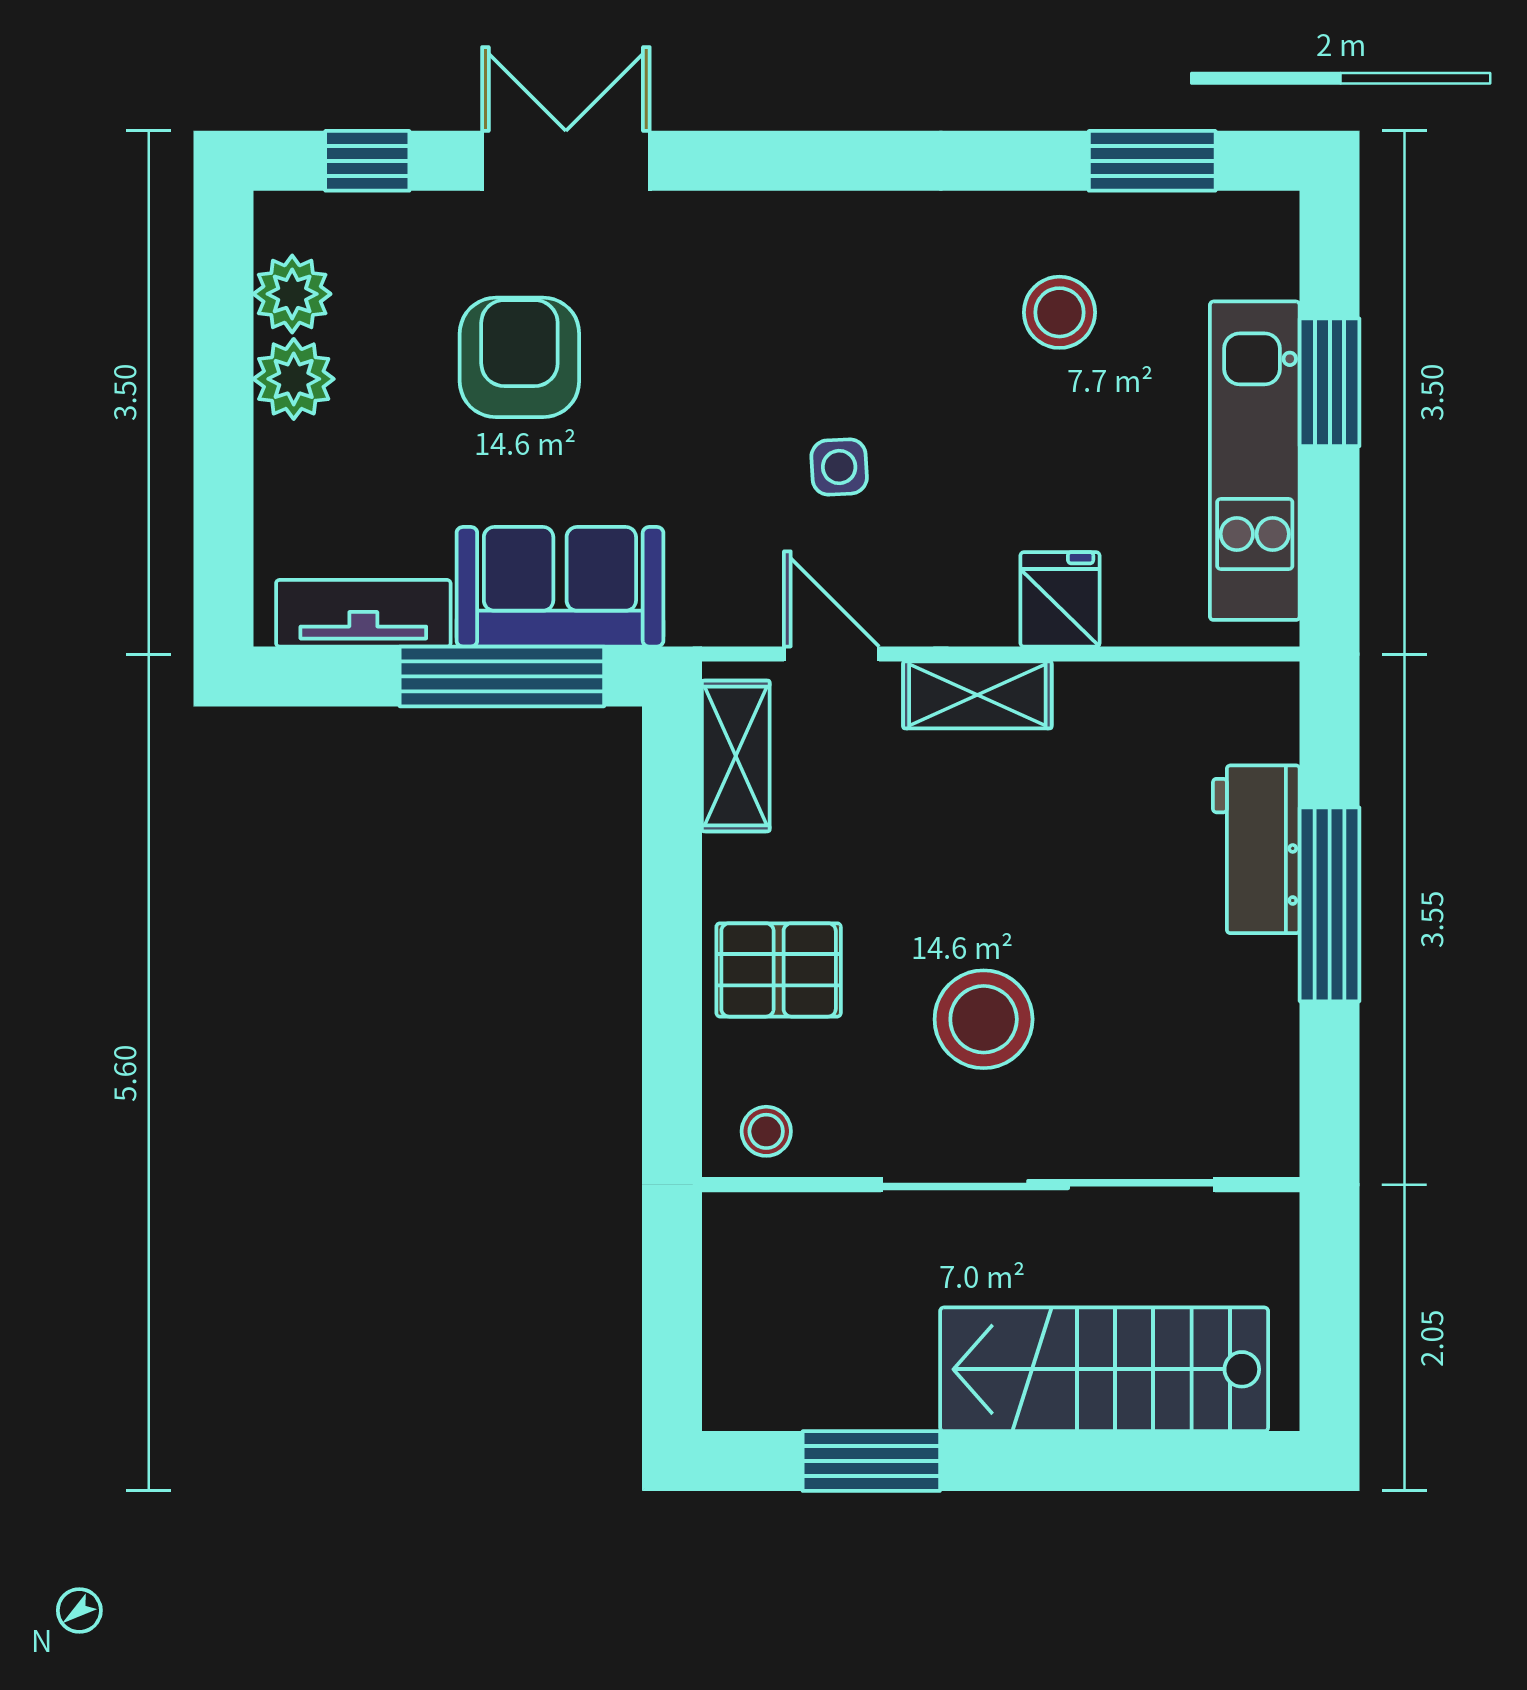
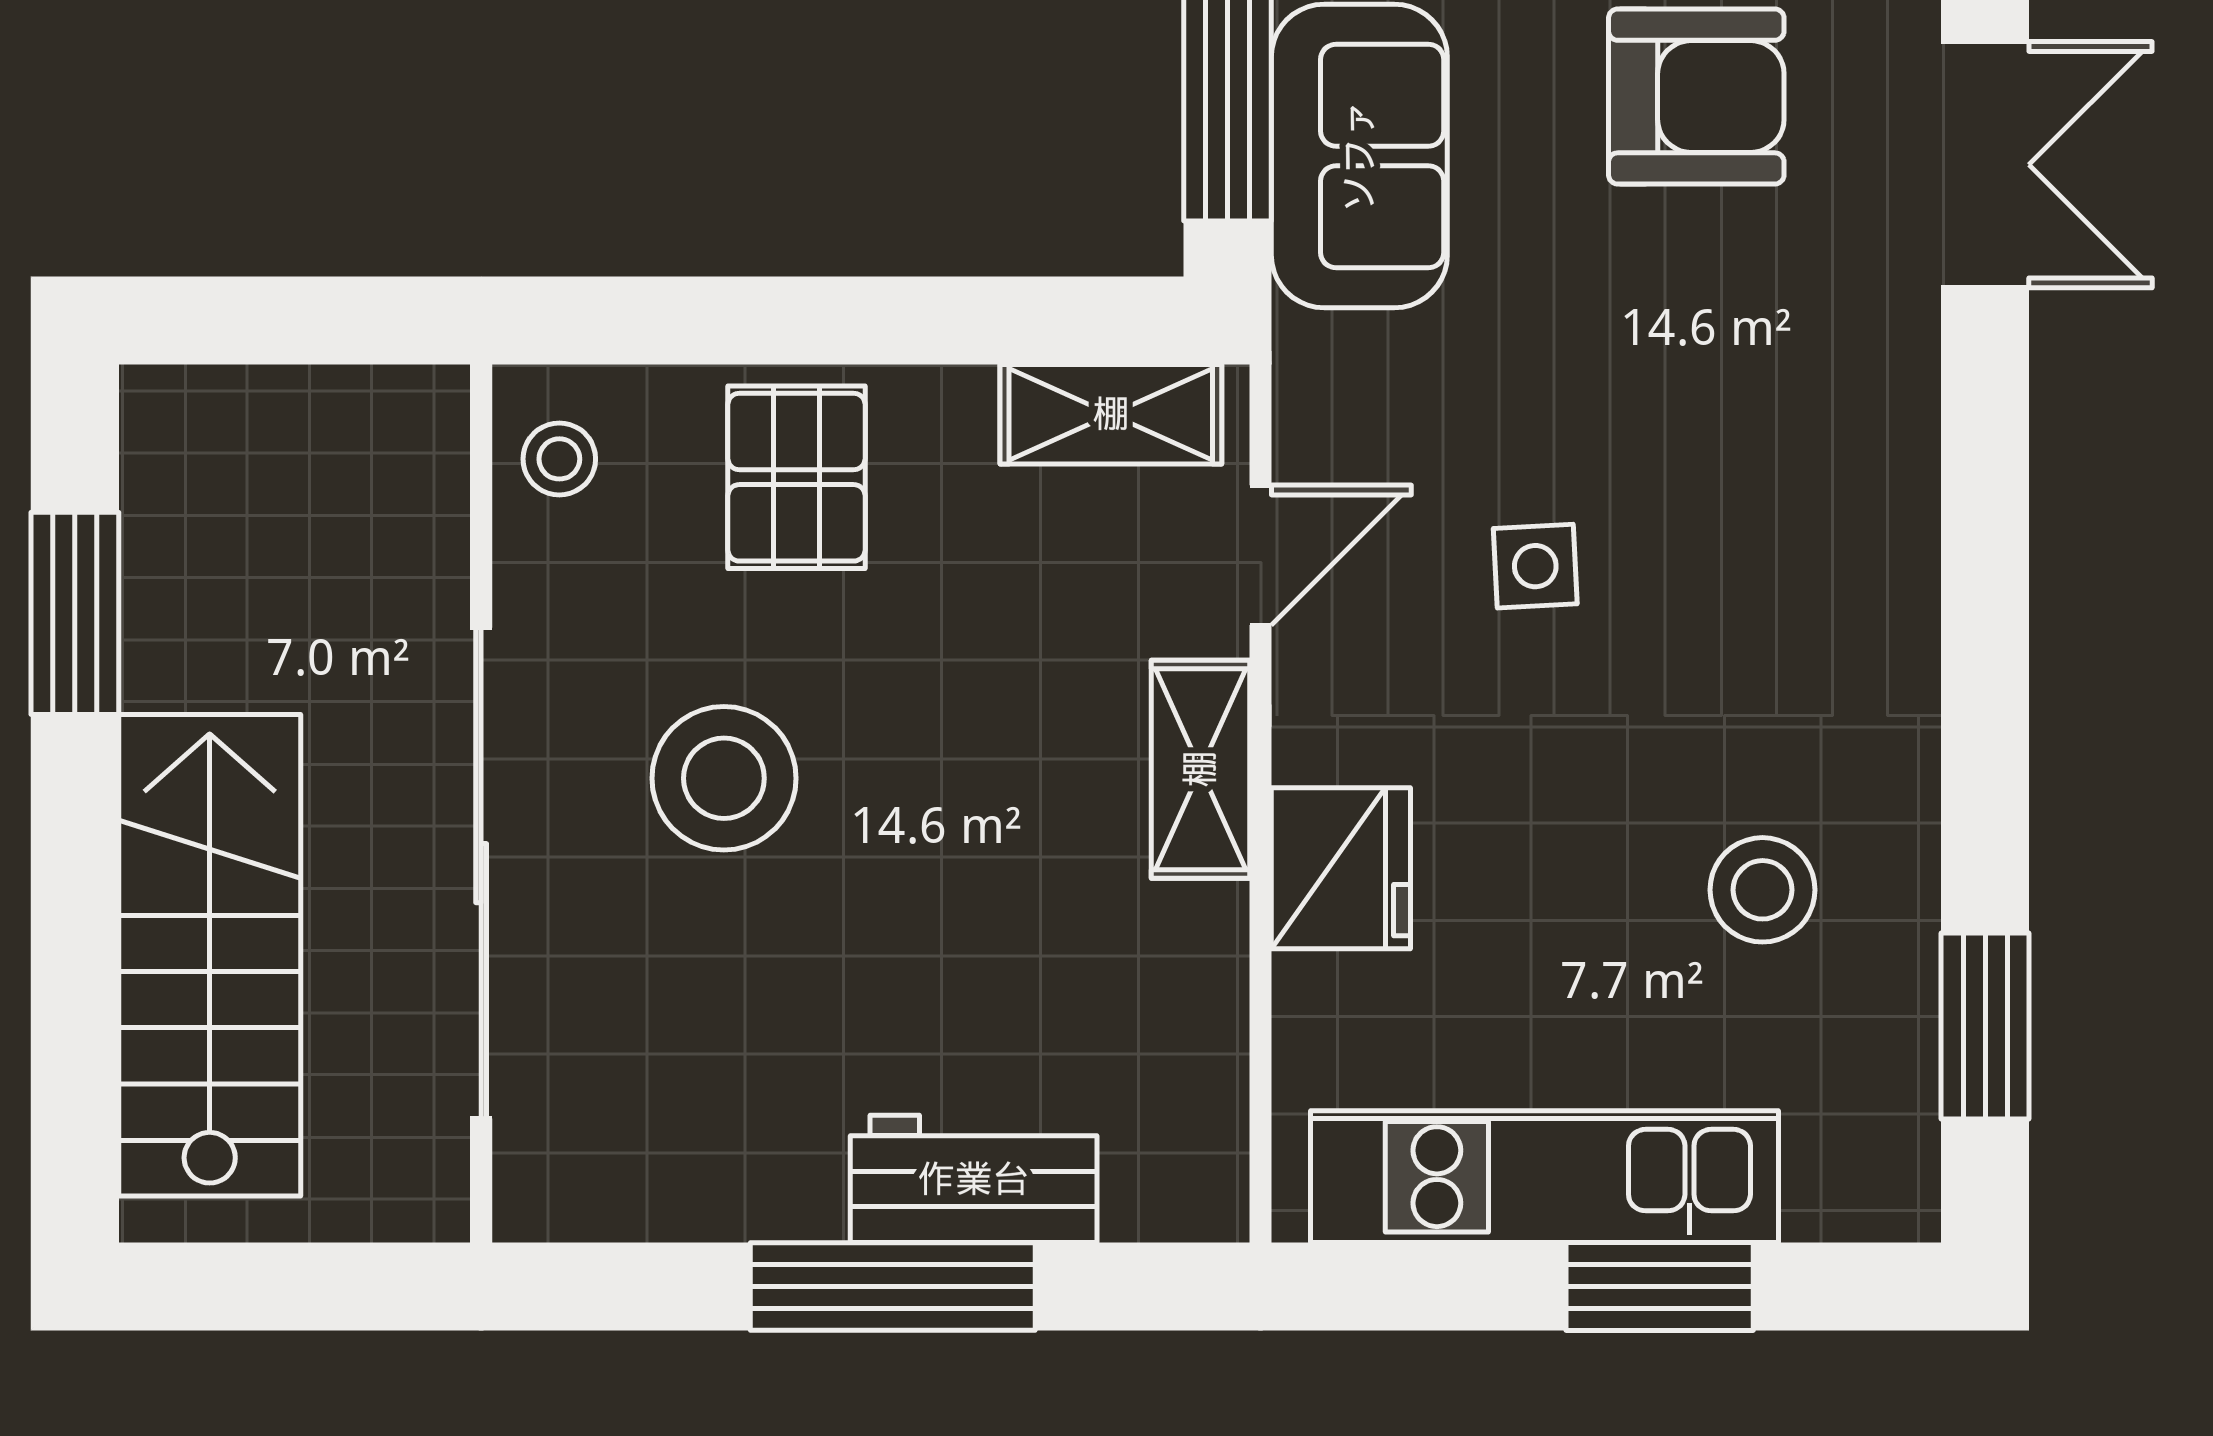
fridge: (1060, 599) -> (1341, 868), width x1.38

